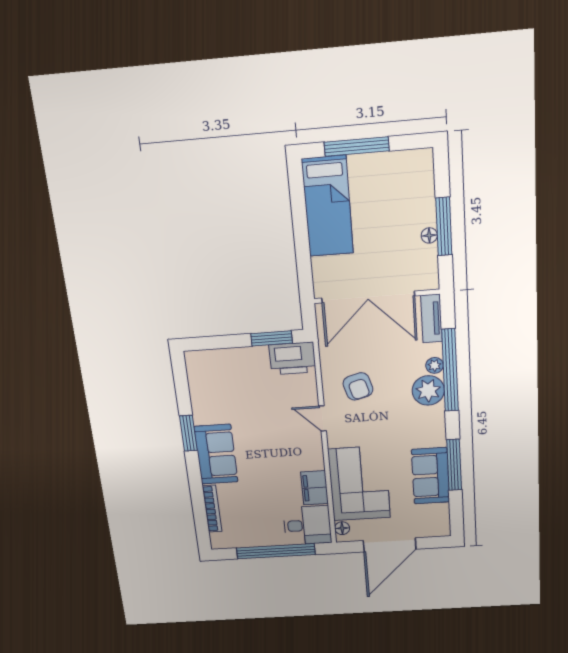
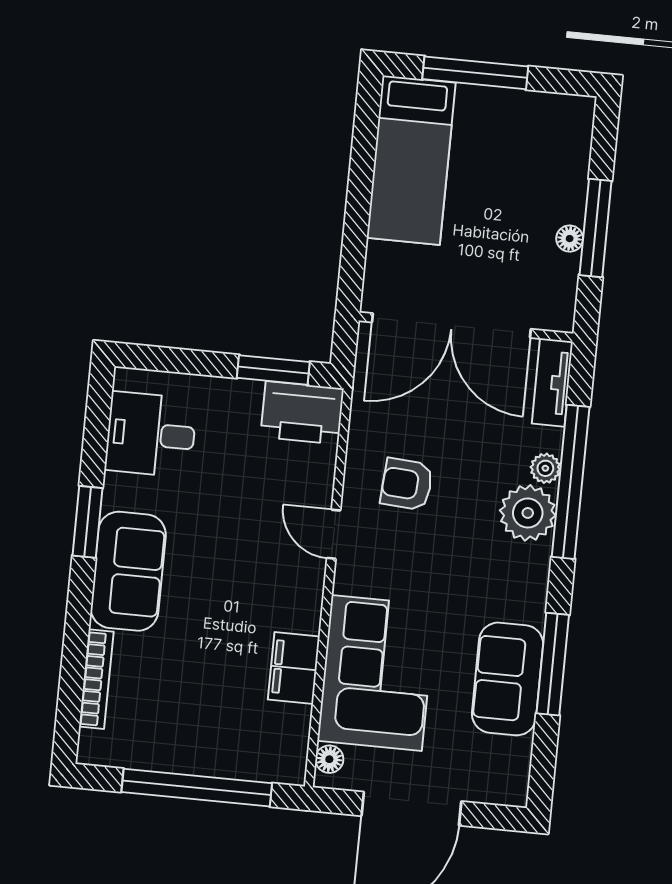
armchair: (358, 386) -> (407, 484), turned 110
desk: (307, 525) -> (151, 434), moved, turned 180

